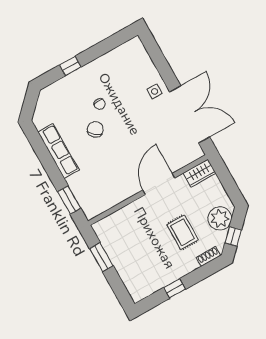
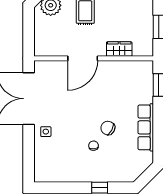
chair: (95, 129) -> (108, 128), turned 79
wardrobe: (200, 173) -> (119, 49), moved

